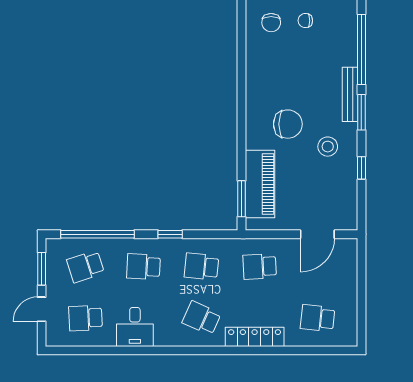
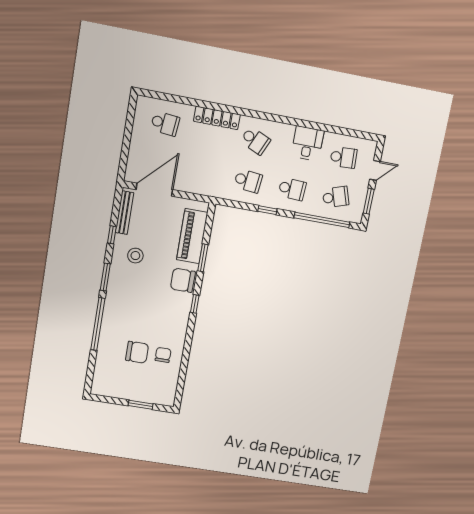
chair: (305, 21) -> (137, 352), width x1.87, depth x1.87
bench: (350, 94) -> (125, 213), moved
window: (242, 97) -> (195, 304), added
chair: (288, 124) -> (183, 280), moved
window: (242, 199) -> (203, 258), moved
door: (317, 234) -> (154, 190), width x1.36
school desk: (260, 267) -> (203, 173), removed

